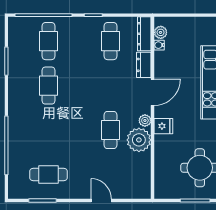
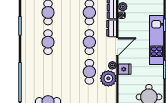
cafe table: (110, 86) -> (89, 42), added

